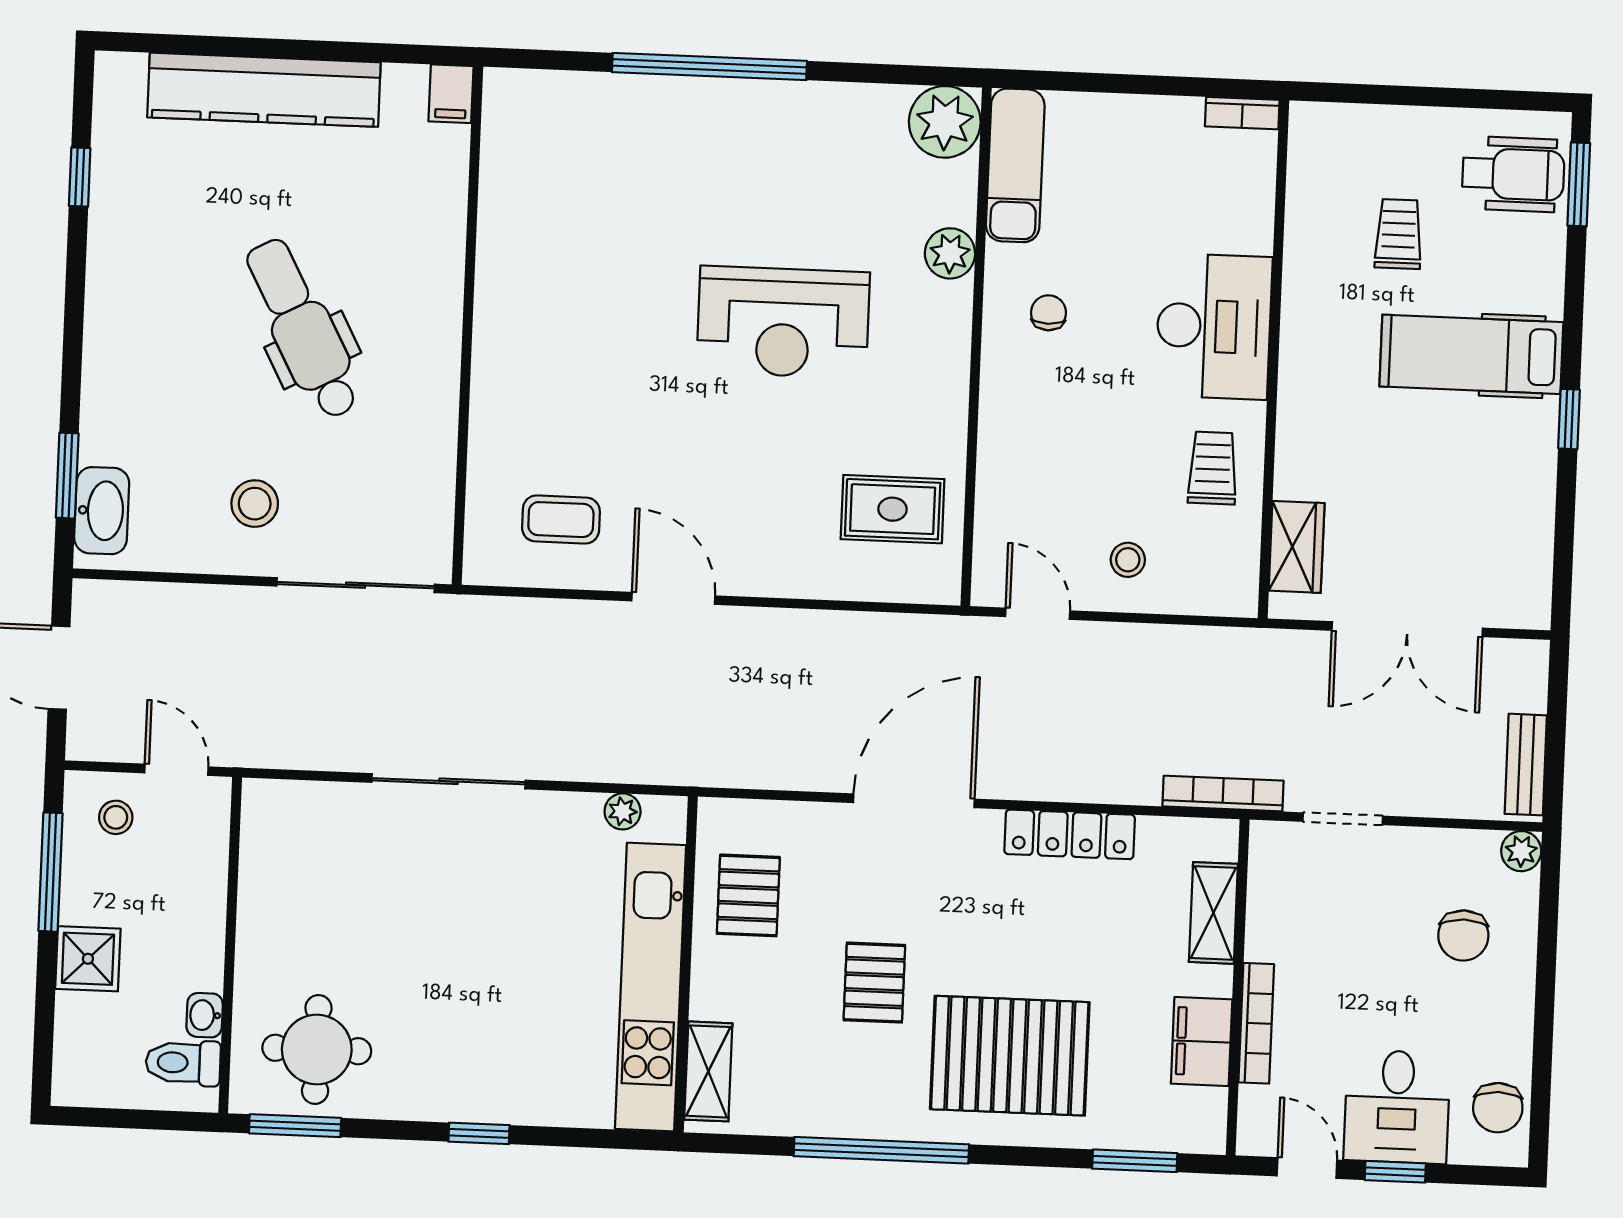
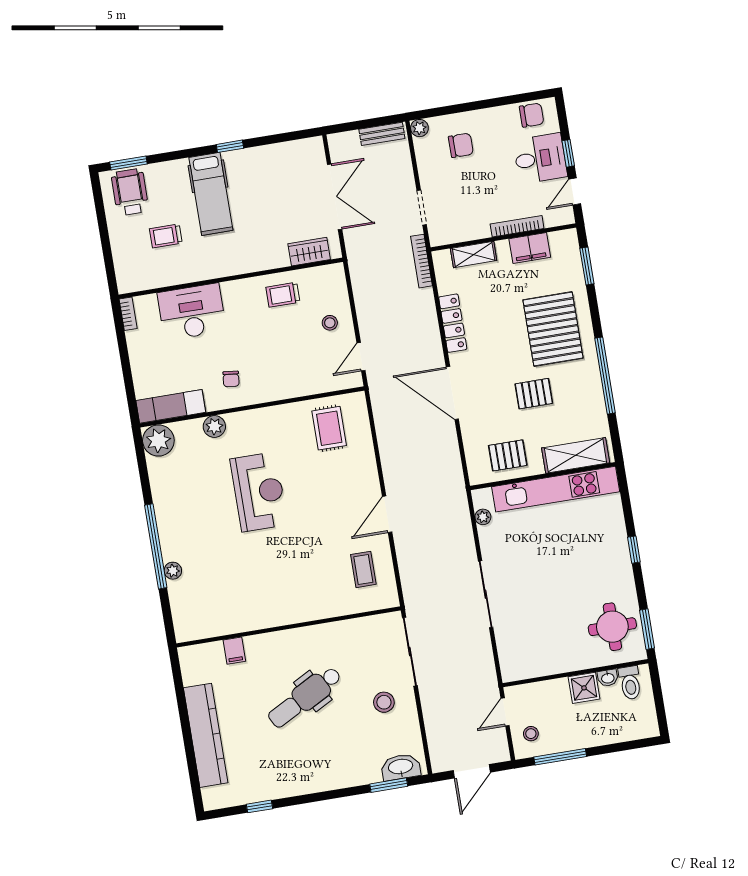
plant: (647, 93) -> (173, 571), added
filing cabinet: (451, 94) -> (234, 651), moved, turned 90
chair: (1048, 313) -> (231, 379), turned -84
desk: (1214, 326) -> (192, 312), moved
shower: (88, 959) -> (584, 688), moved
shelving: (708, 1071) -> (576, 455), width x1.50, depth x1.33

